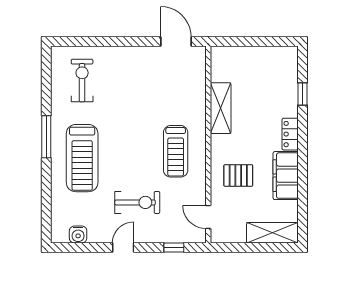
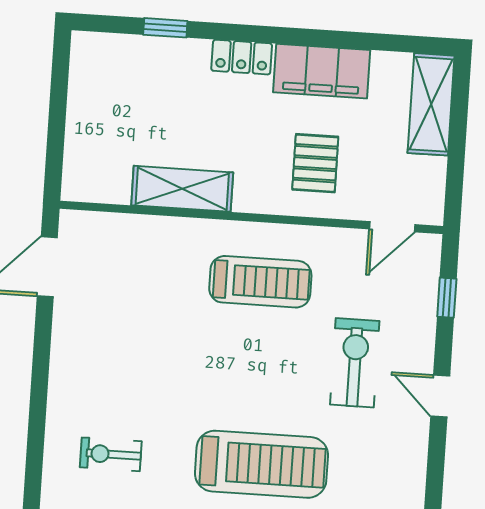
exercise bike: (82, 80) -> (111, 454), width x0.73, depth x0.72
water cooler: (78, 234) -> (409, 482), removed

